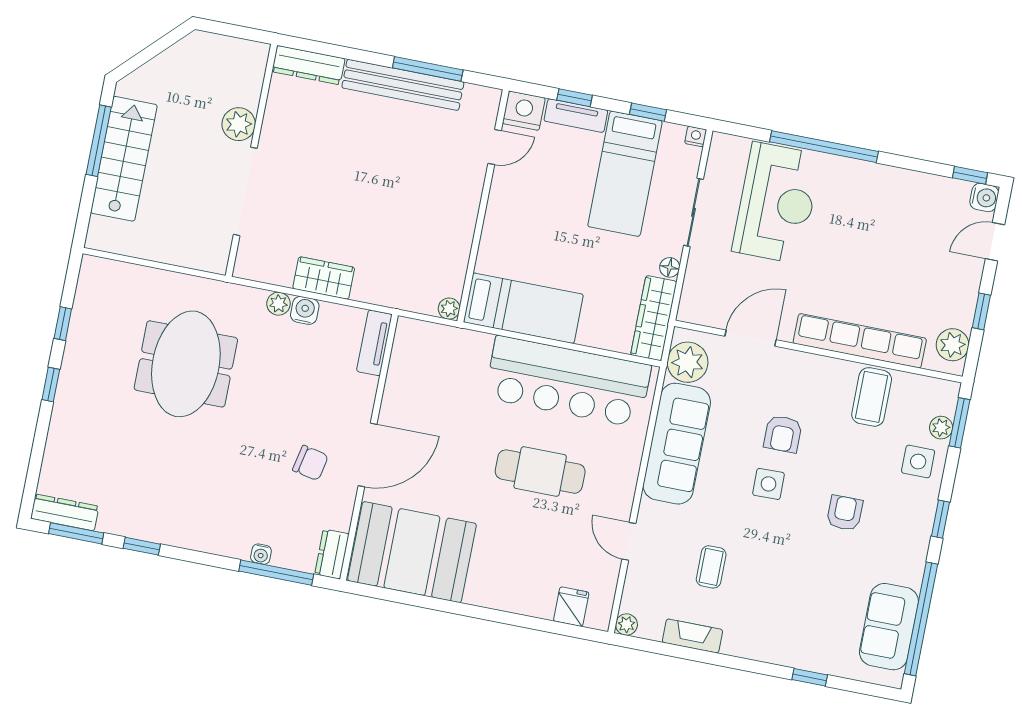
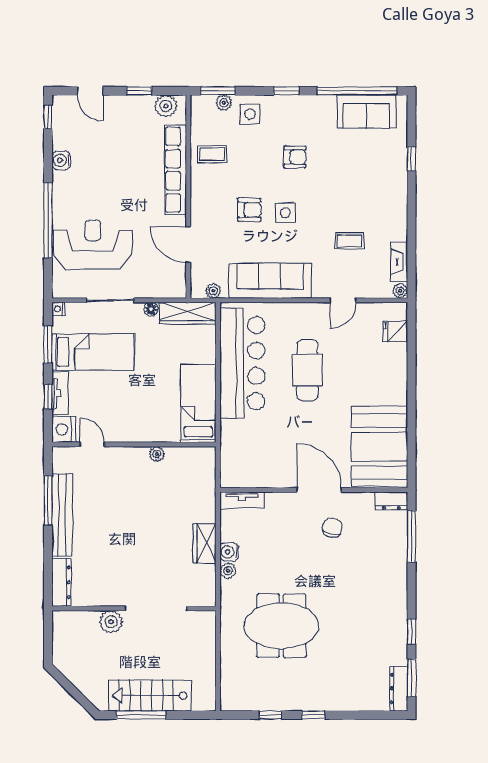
window: (648, 112) -> (48, 345), width x1.50
water cooler: (984, 197) -> (61, 160), moved, turned -90
plant: (449, 309) -> (157, 454), moved
plant: (688, 362) -> (213, 291), width x0.53, depth x0.53
coffee table: (872, 397) -> (212, 154), width x0.73, depth x0.77
armchair: (845, 513) -> (295, 157), turned 180
water cooler: (261, 554) -> (401, 549), removed
fireplace: (692, 636) -> (399, 262), moved

